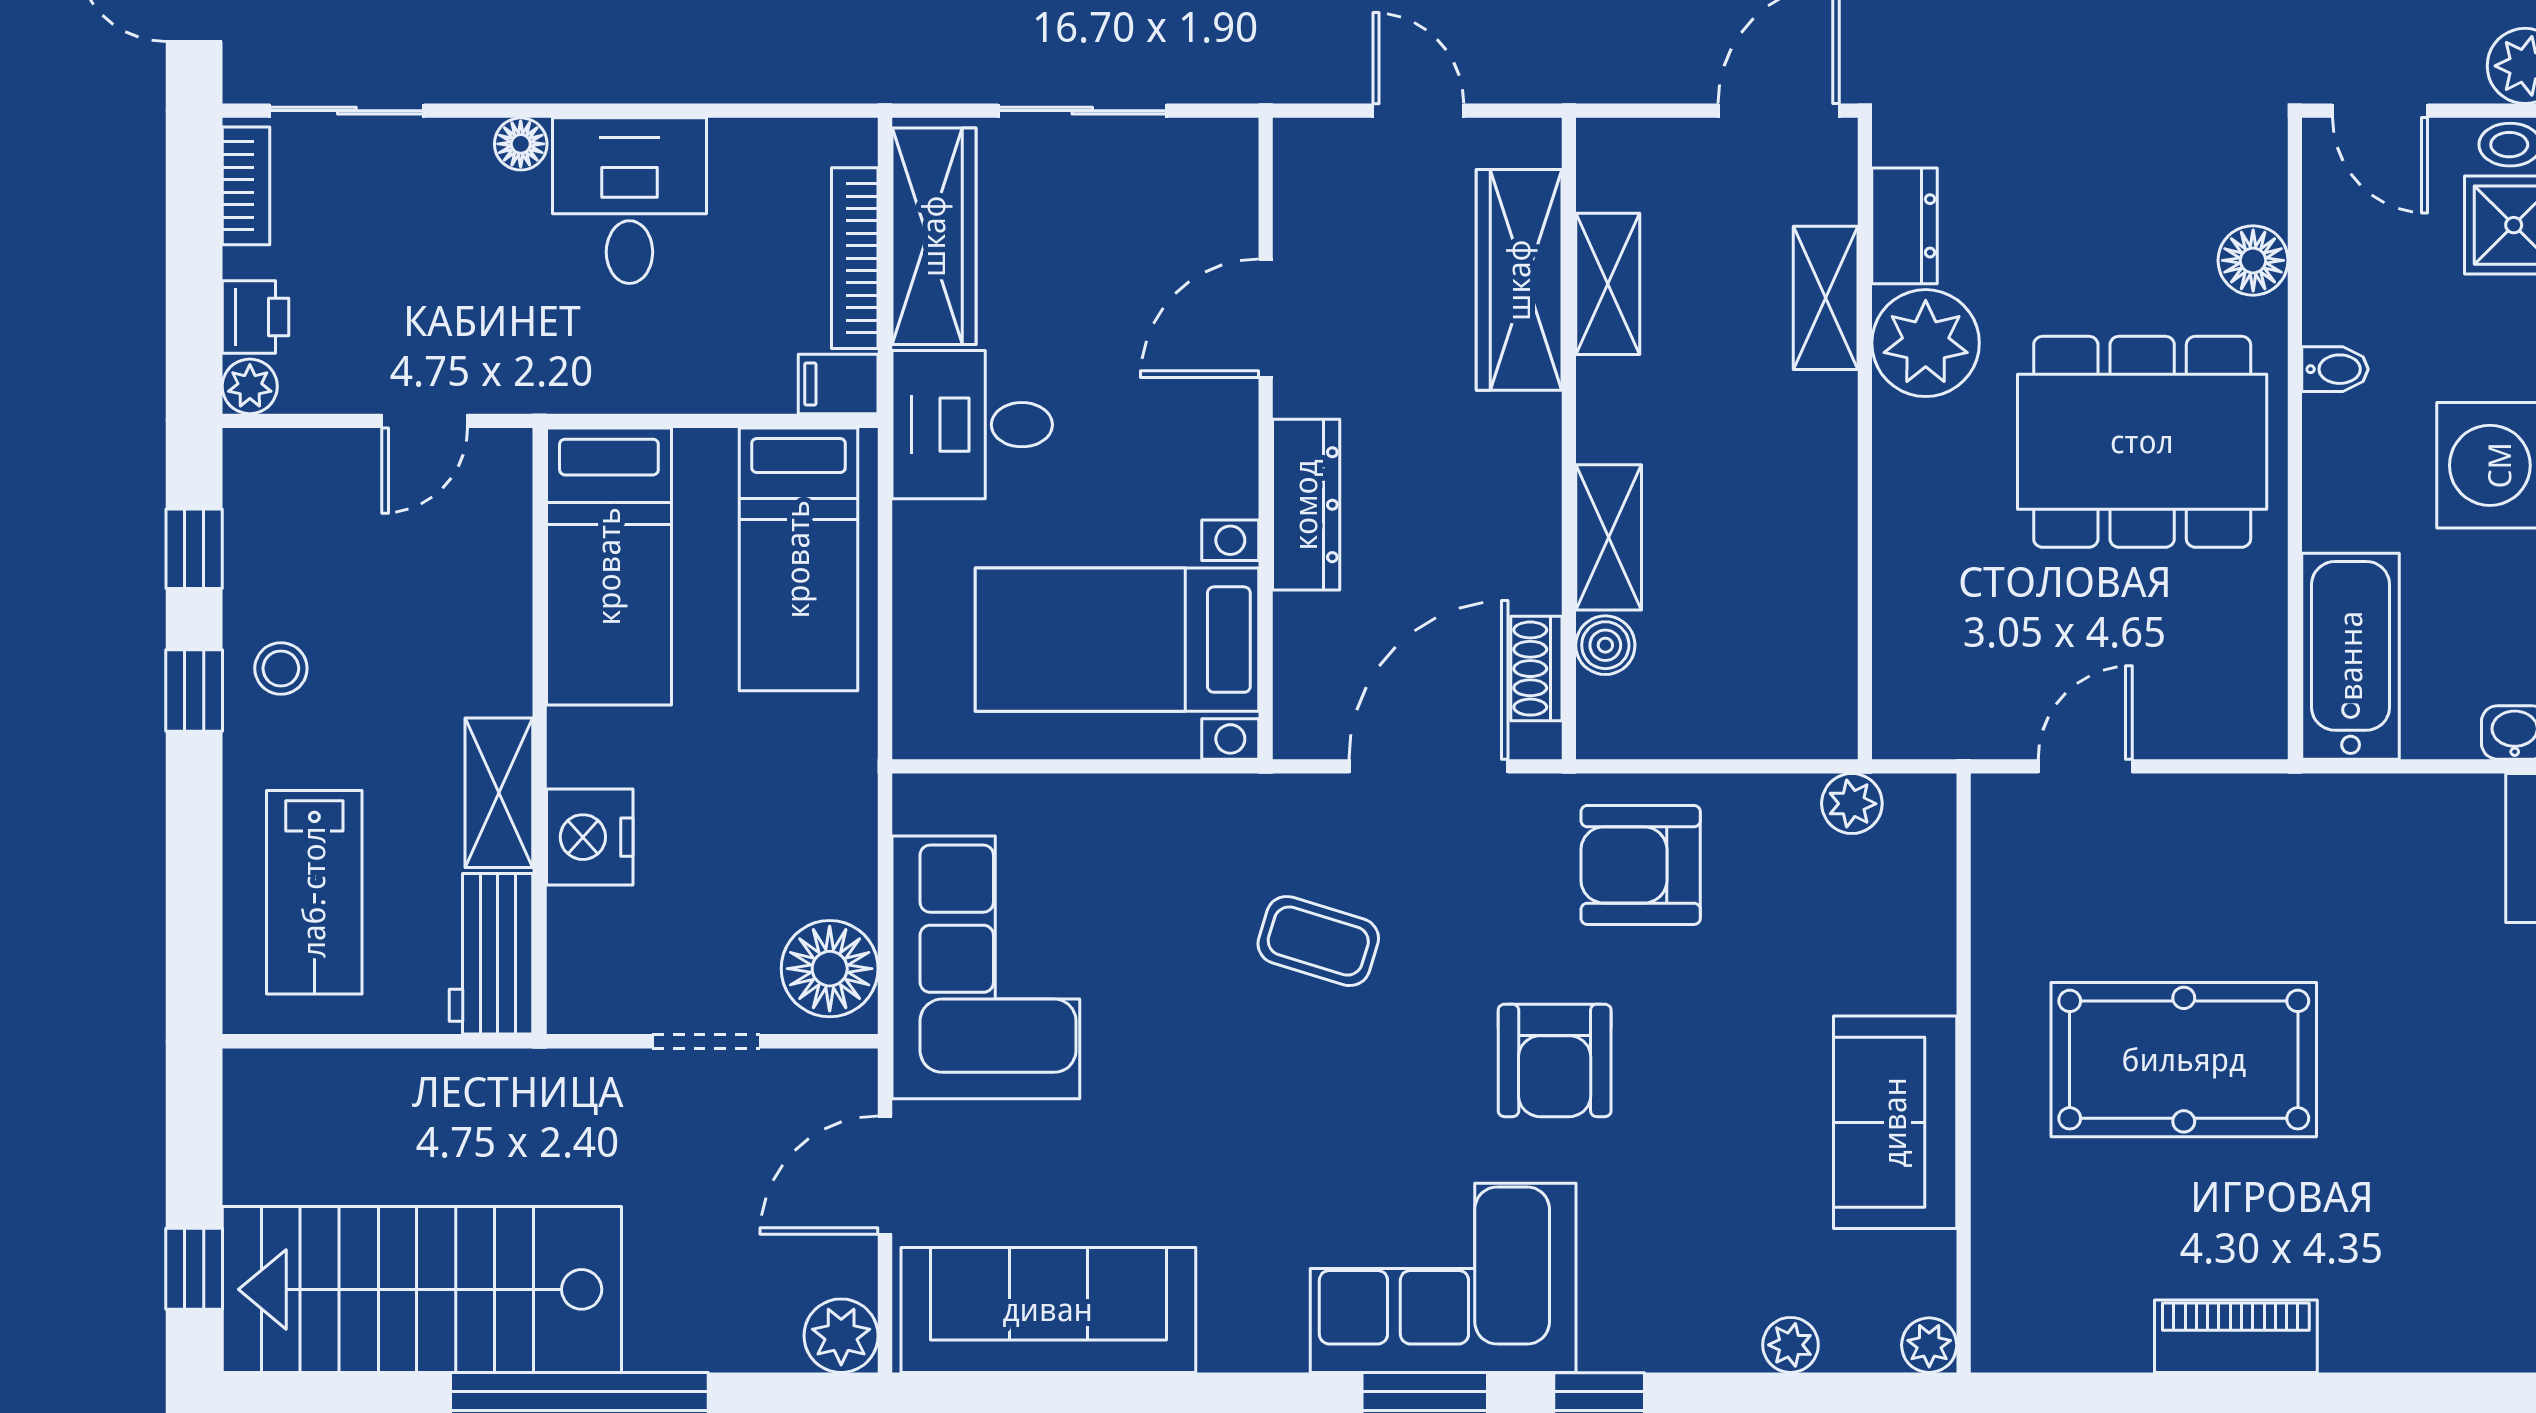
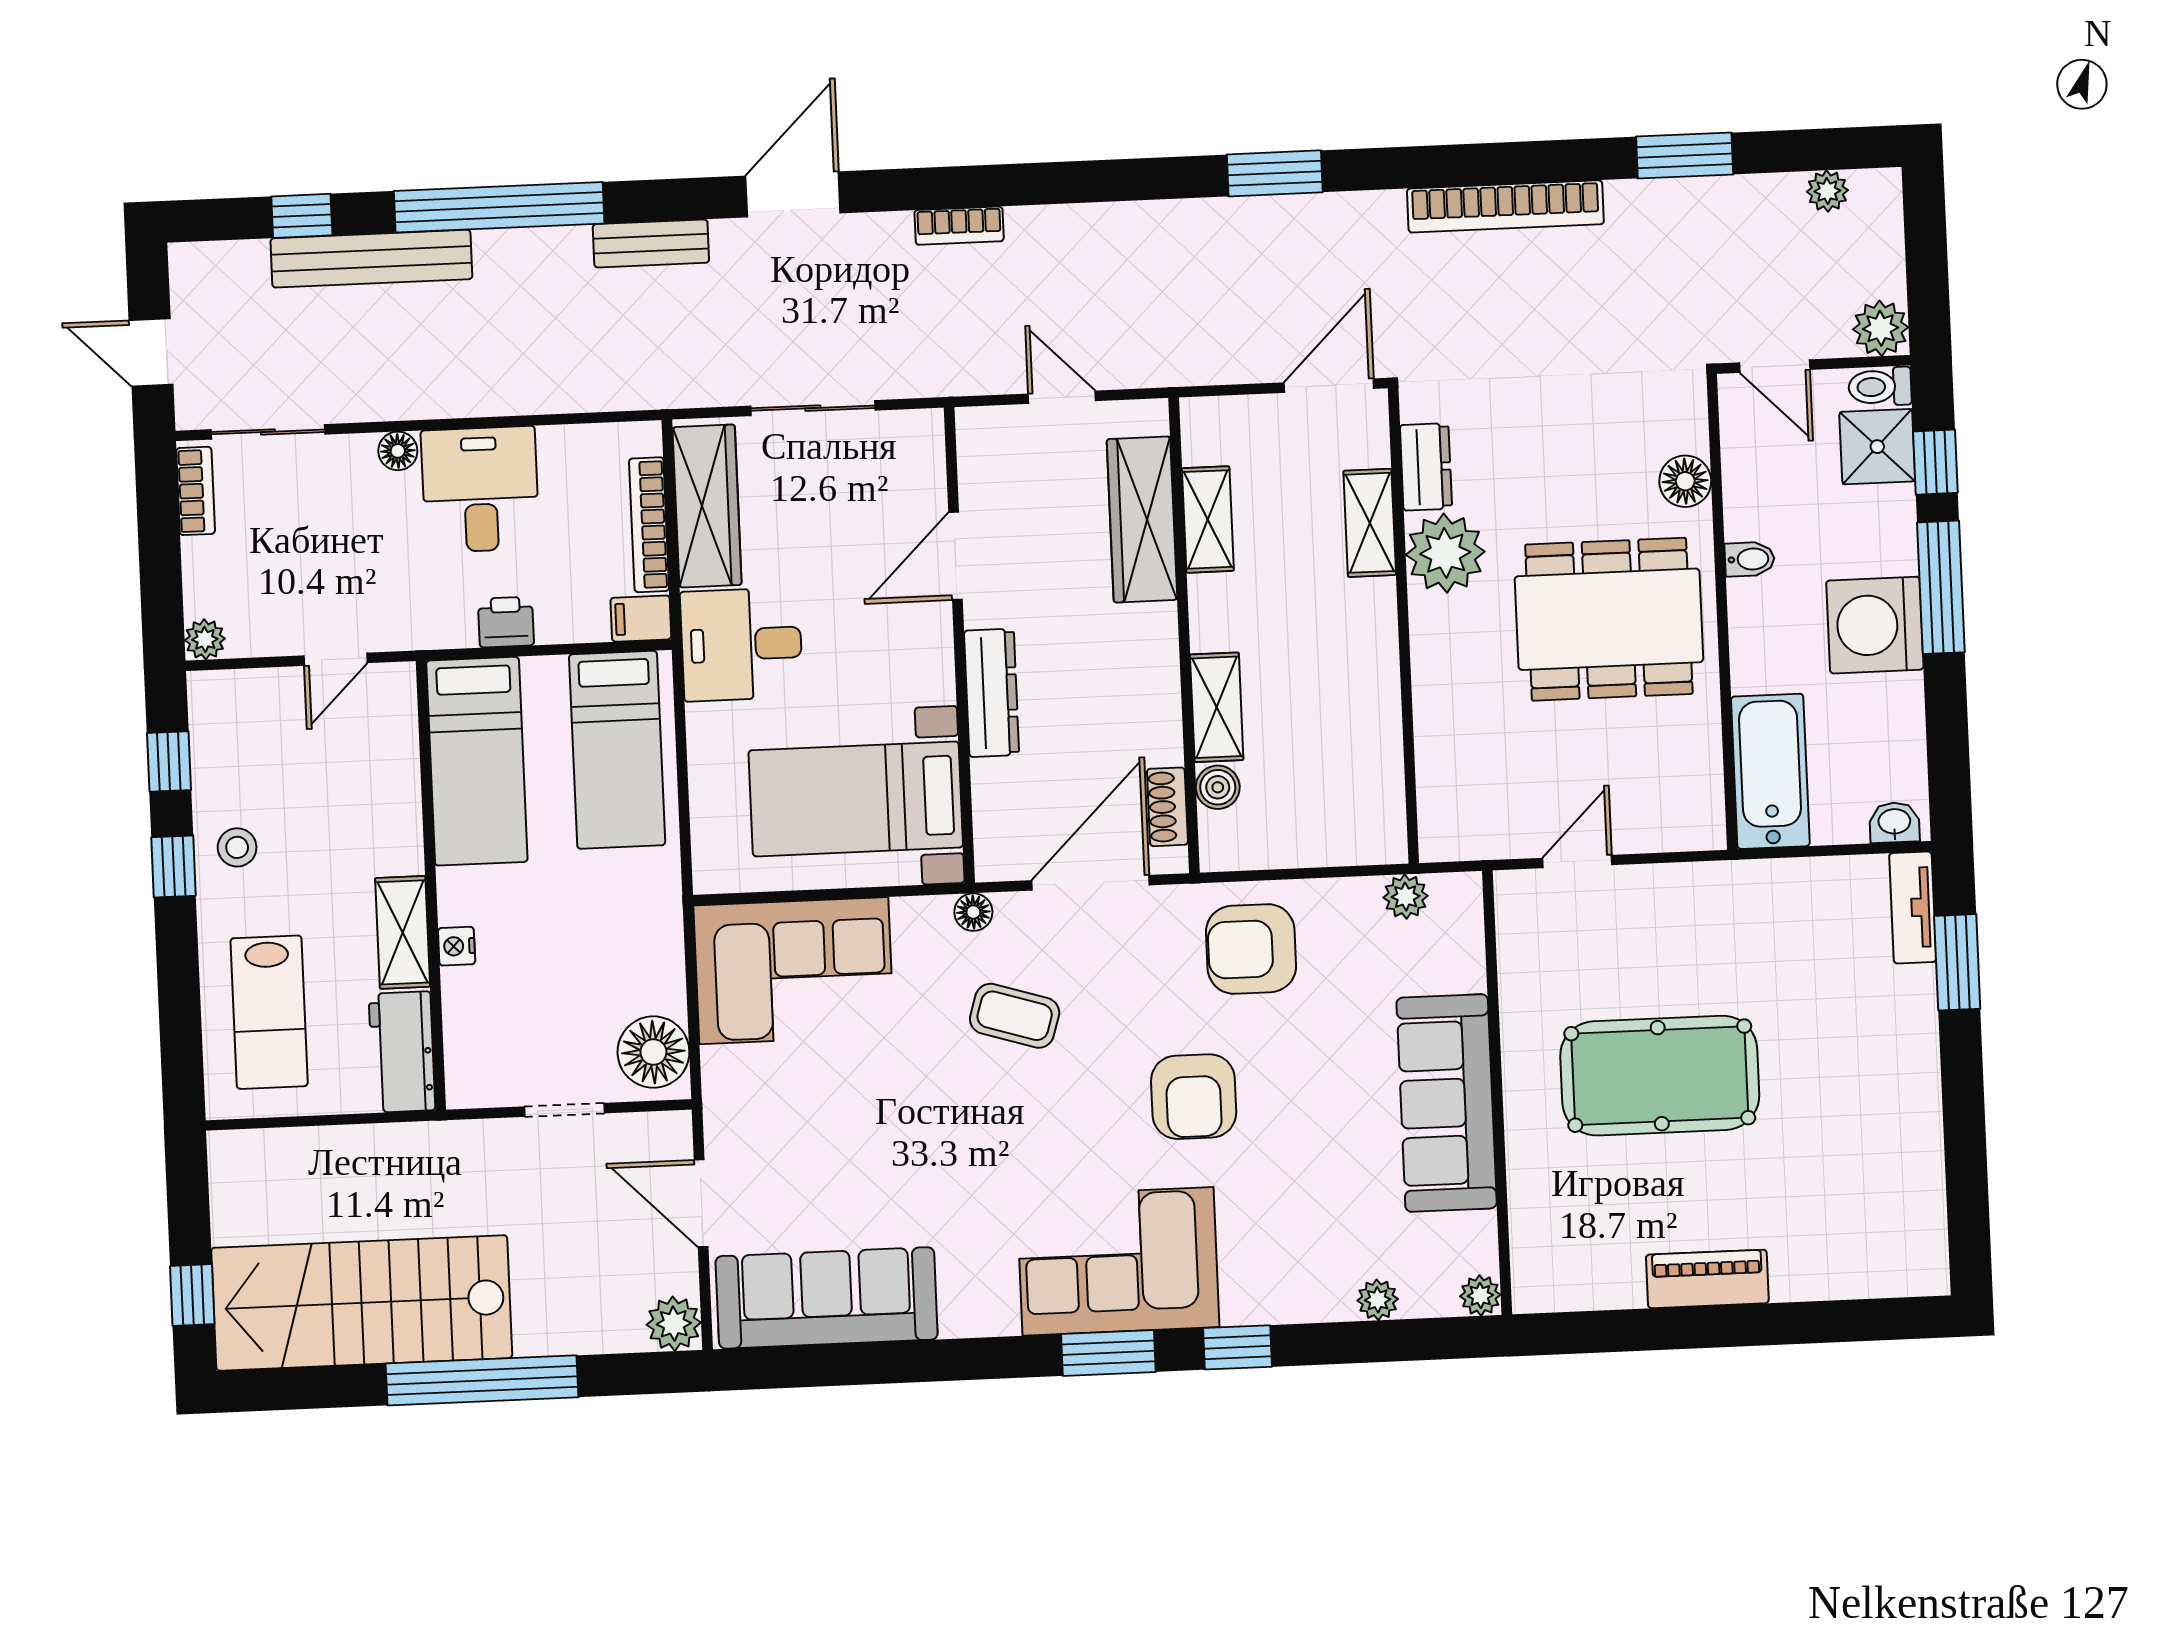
printer: (255, 317) -> (506, 622), moved, turned -90
floor lamp: (1269, 799) -> (973, 912), added
nightstand: (590, 837) -> (457, 946), width x0.53, depth x0.56
corner sofa: (986, 967) -> (794, 971), moved, turned 90
sofa: (1895, 1122) -> (1447, 1103), width x1.36
door: (885, 1175) -> (701, 1203), hinge flipped

